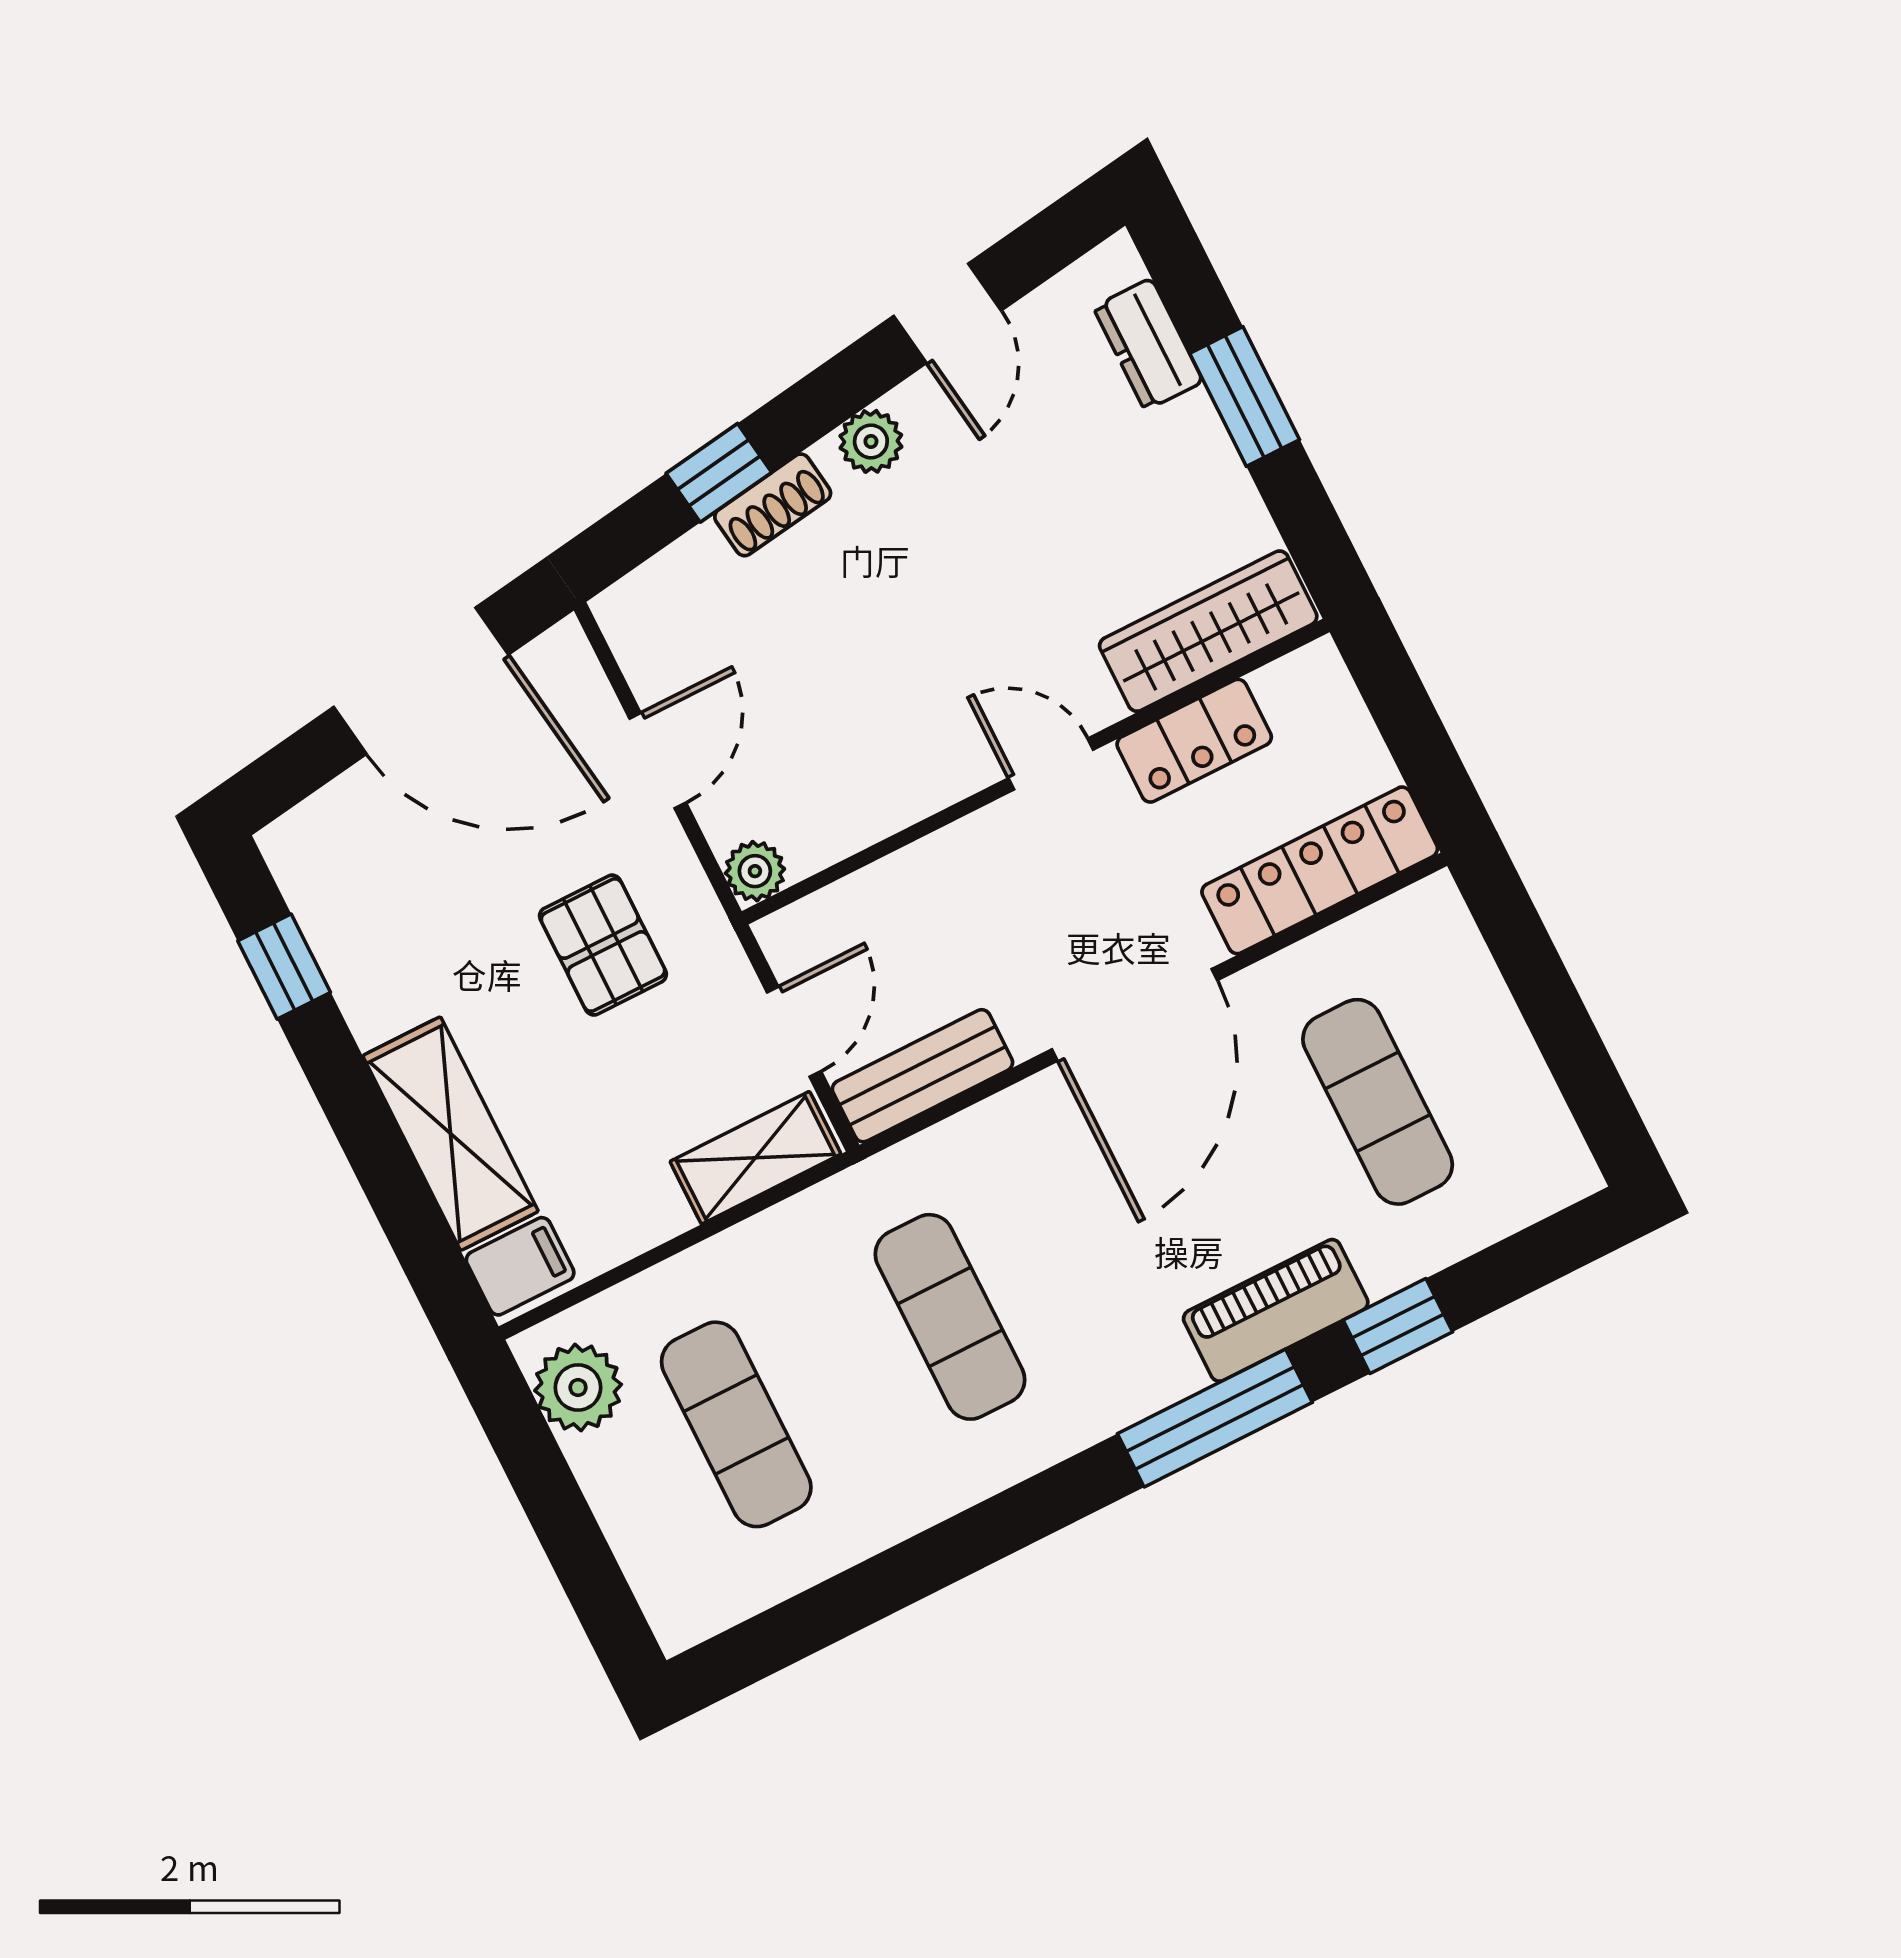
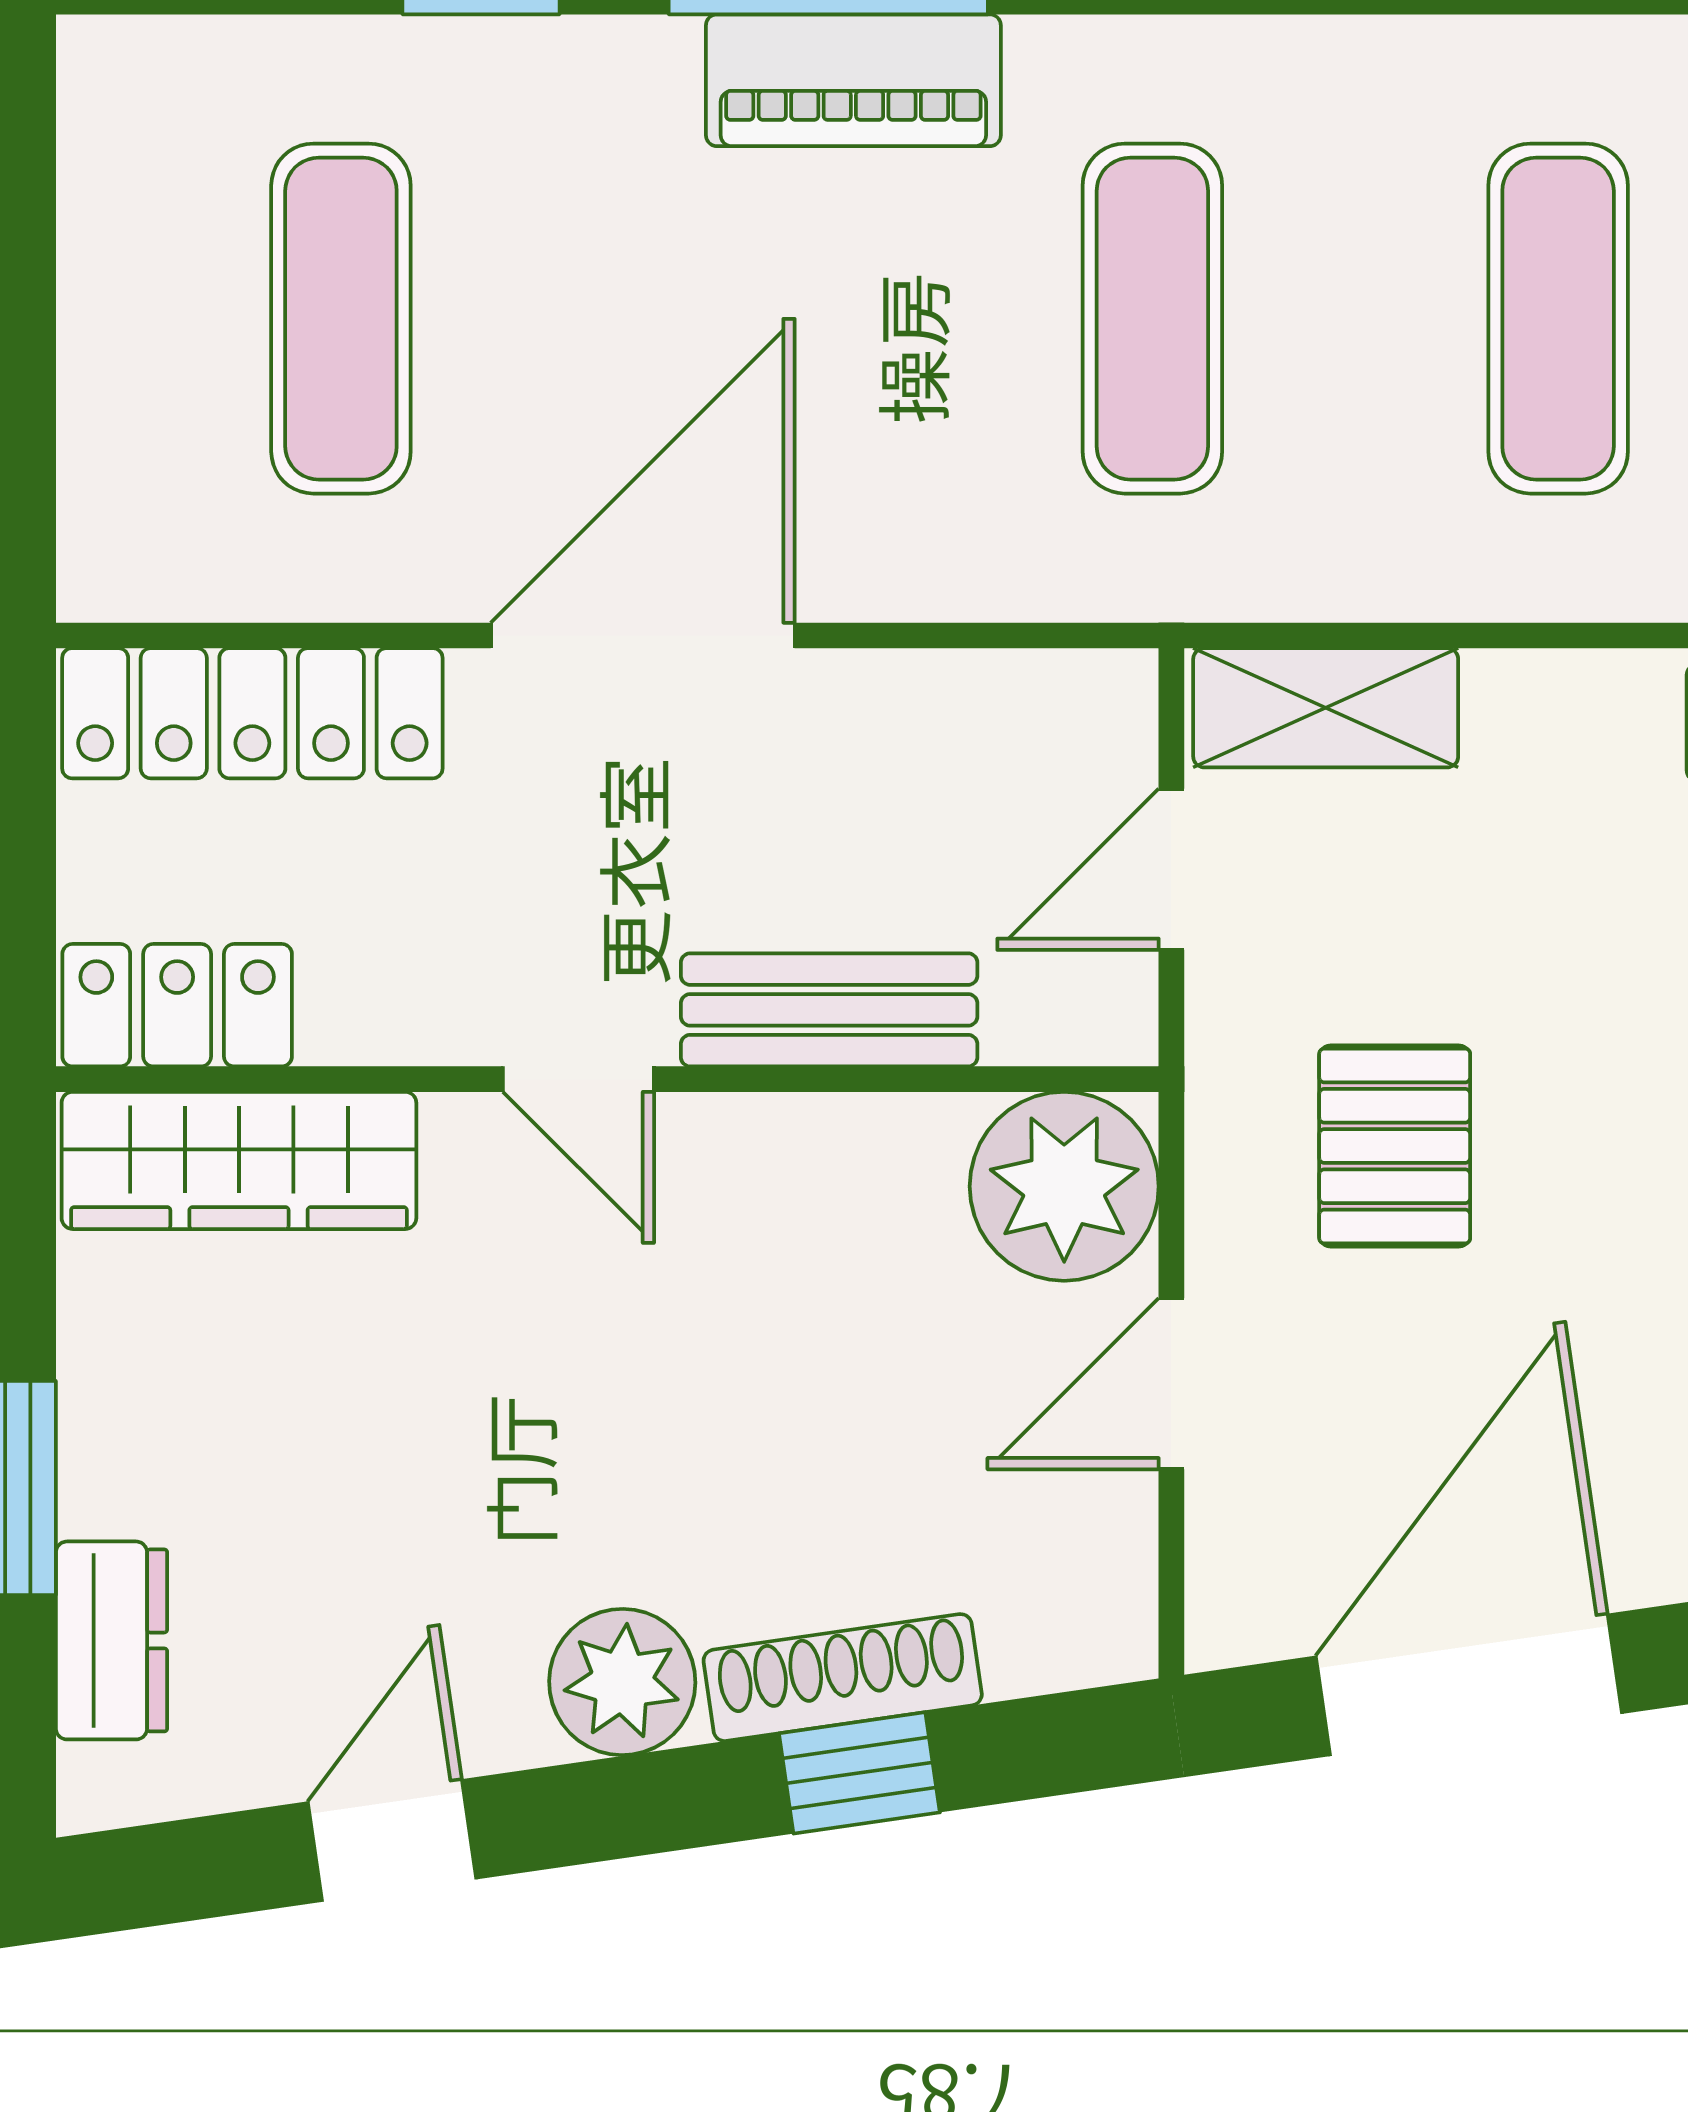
plant: (871, 441) -> (622, 1682), width x1.38, depth x1.38
shoe rack: (773, 505) -> (843, 1678), width x1.43
door: (421, 681) -> (1469, 1685), hinge flipped
locker: (1194, 741) -> (177, 1005), moved
plant: (755, 871) -> (1064, 1186), width x1.88, depth x1.88
bench: (922, 1076) -> (829, 1010), moved
piano: (1276, 1310) -> (853, 80), moved

